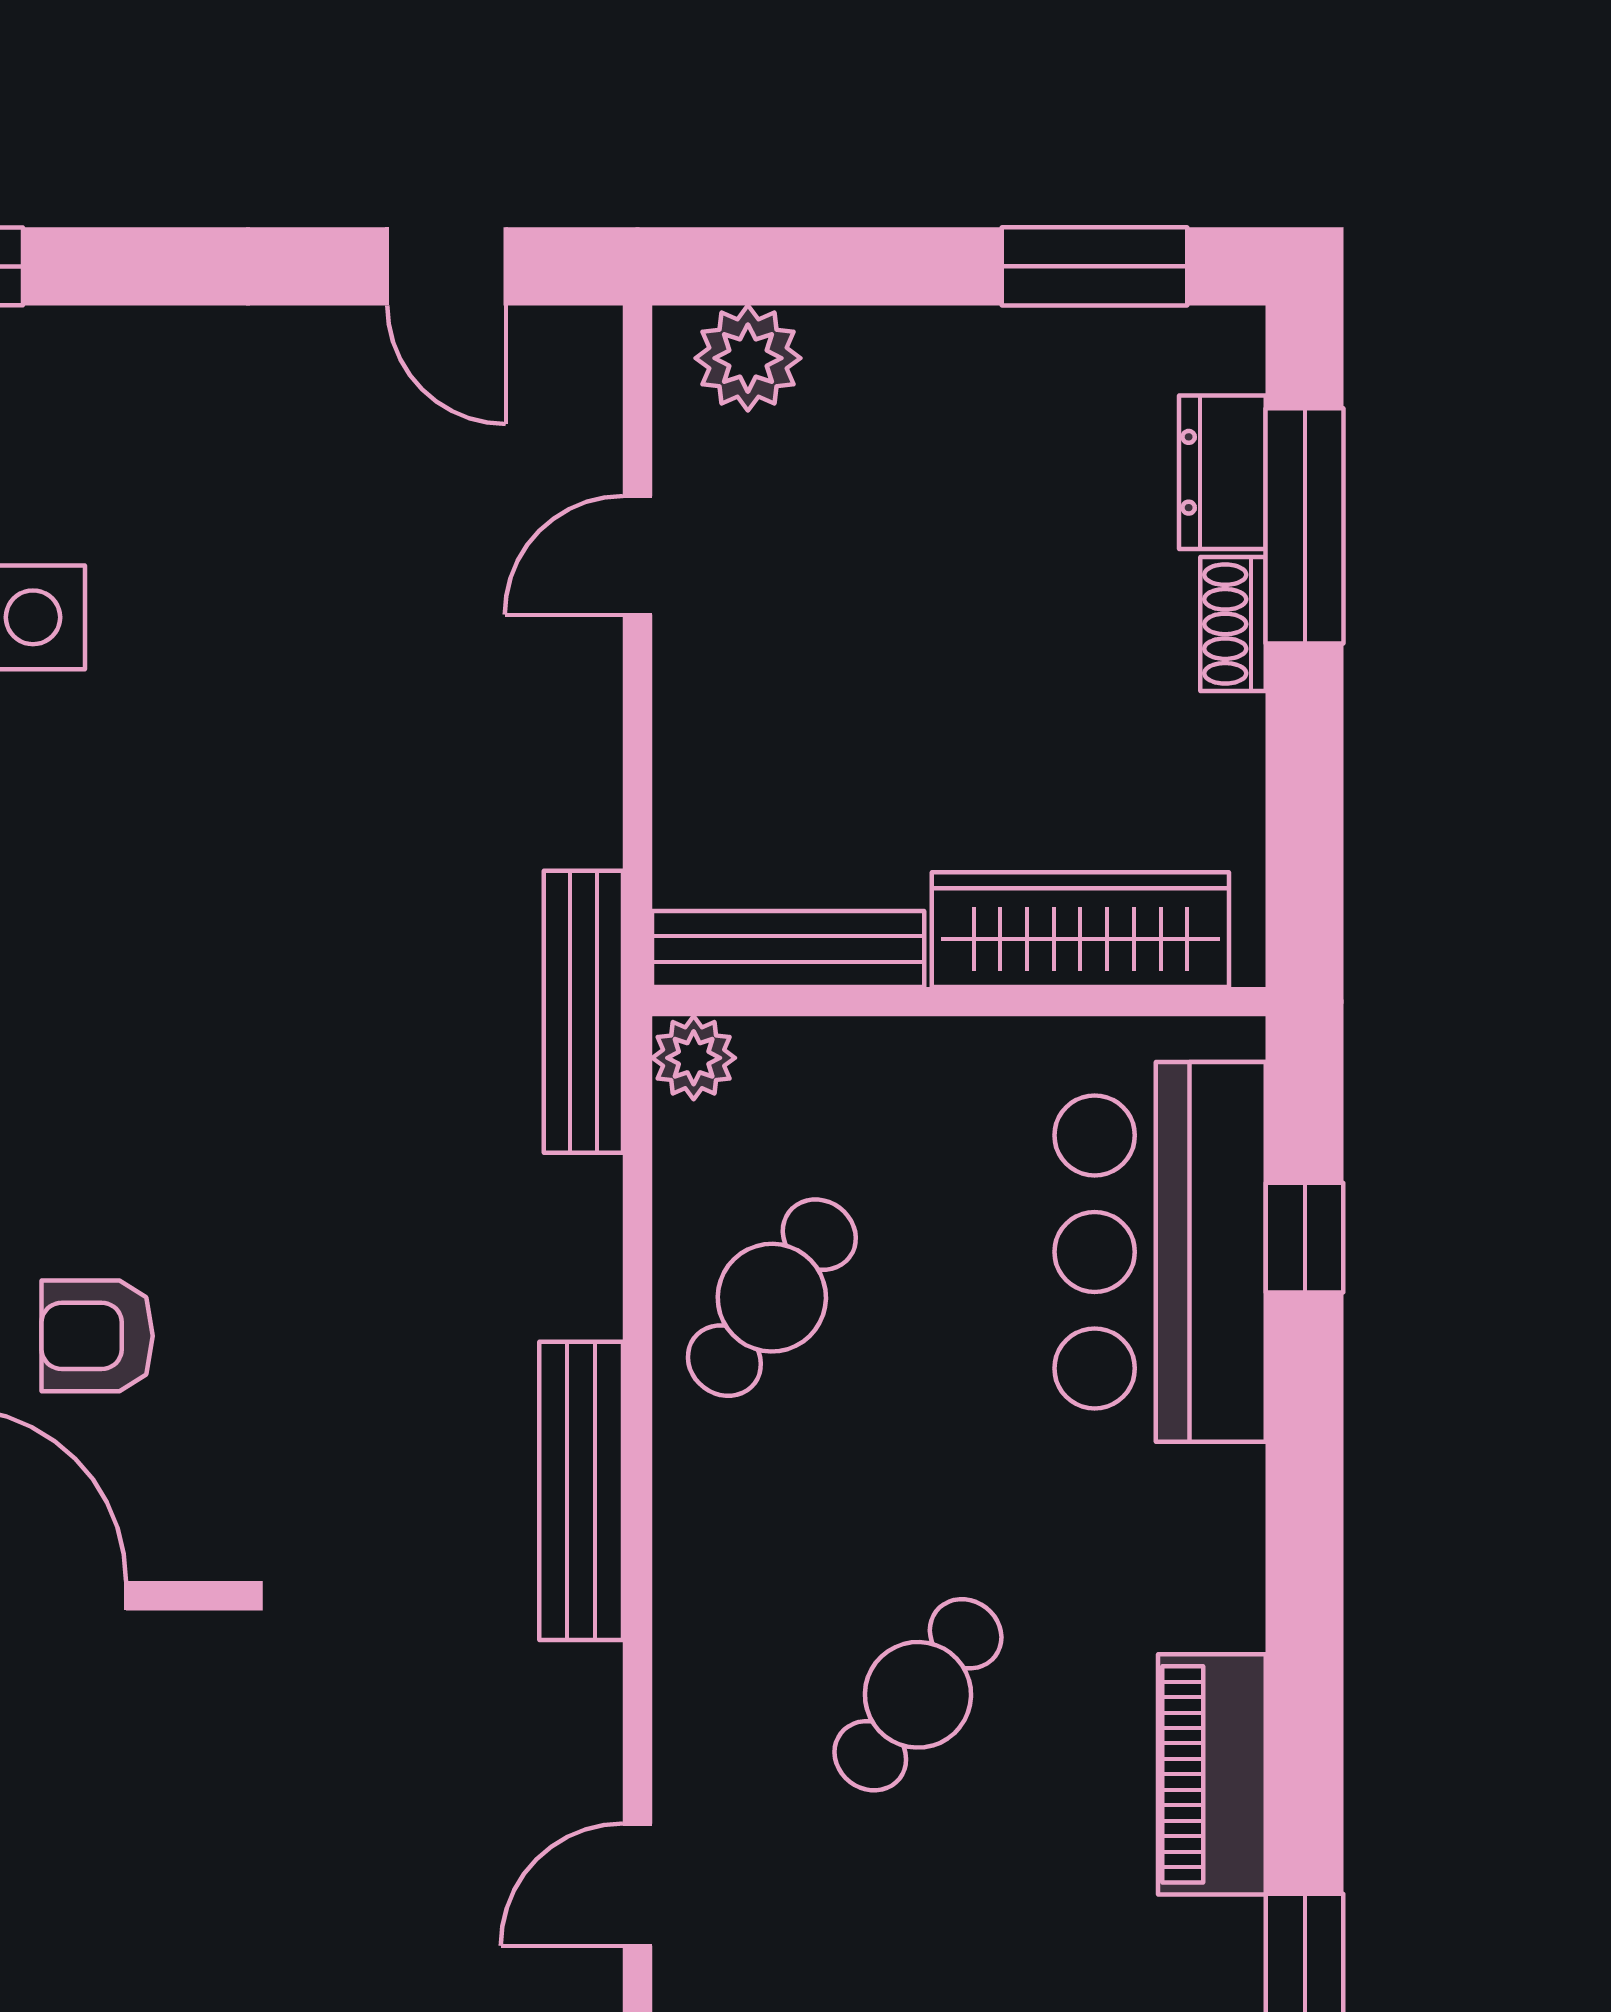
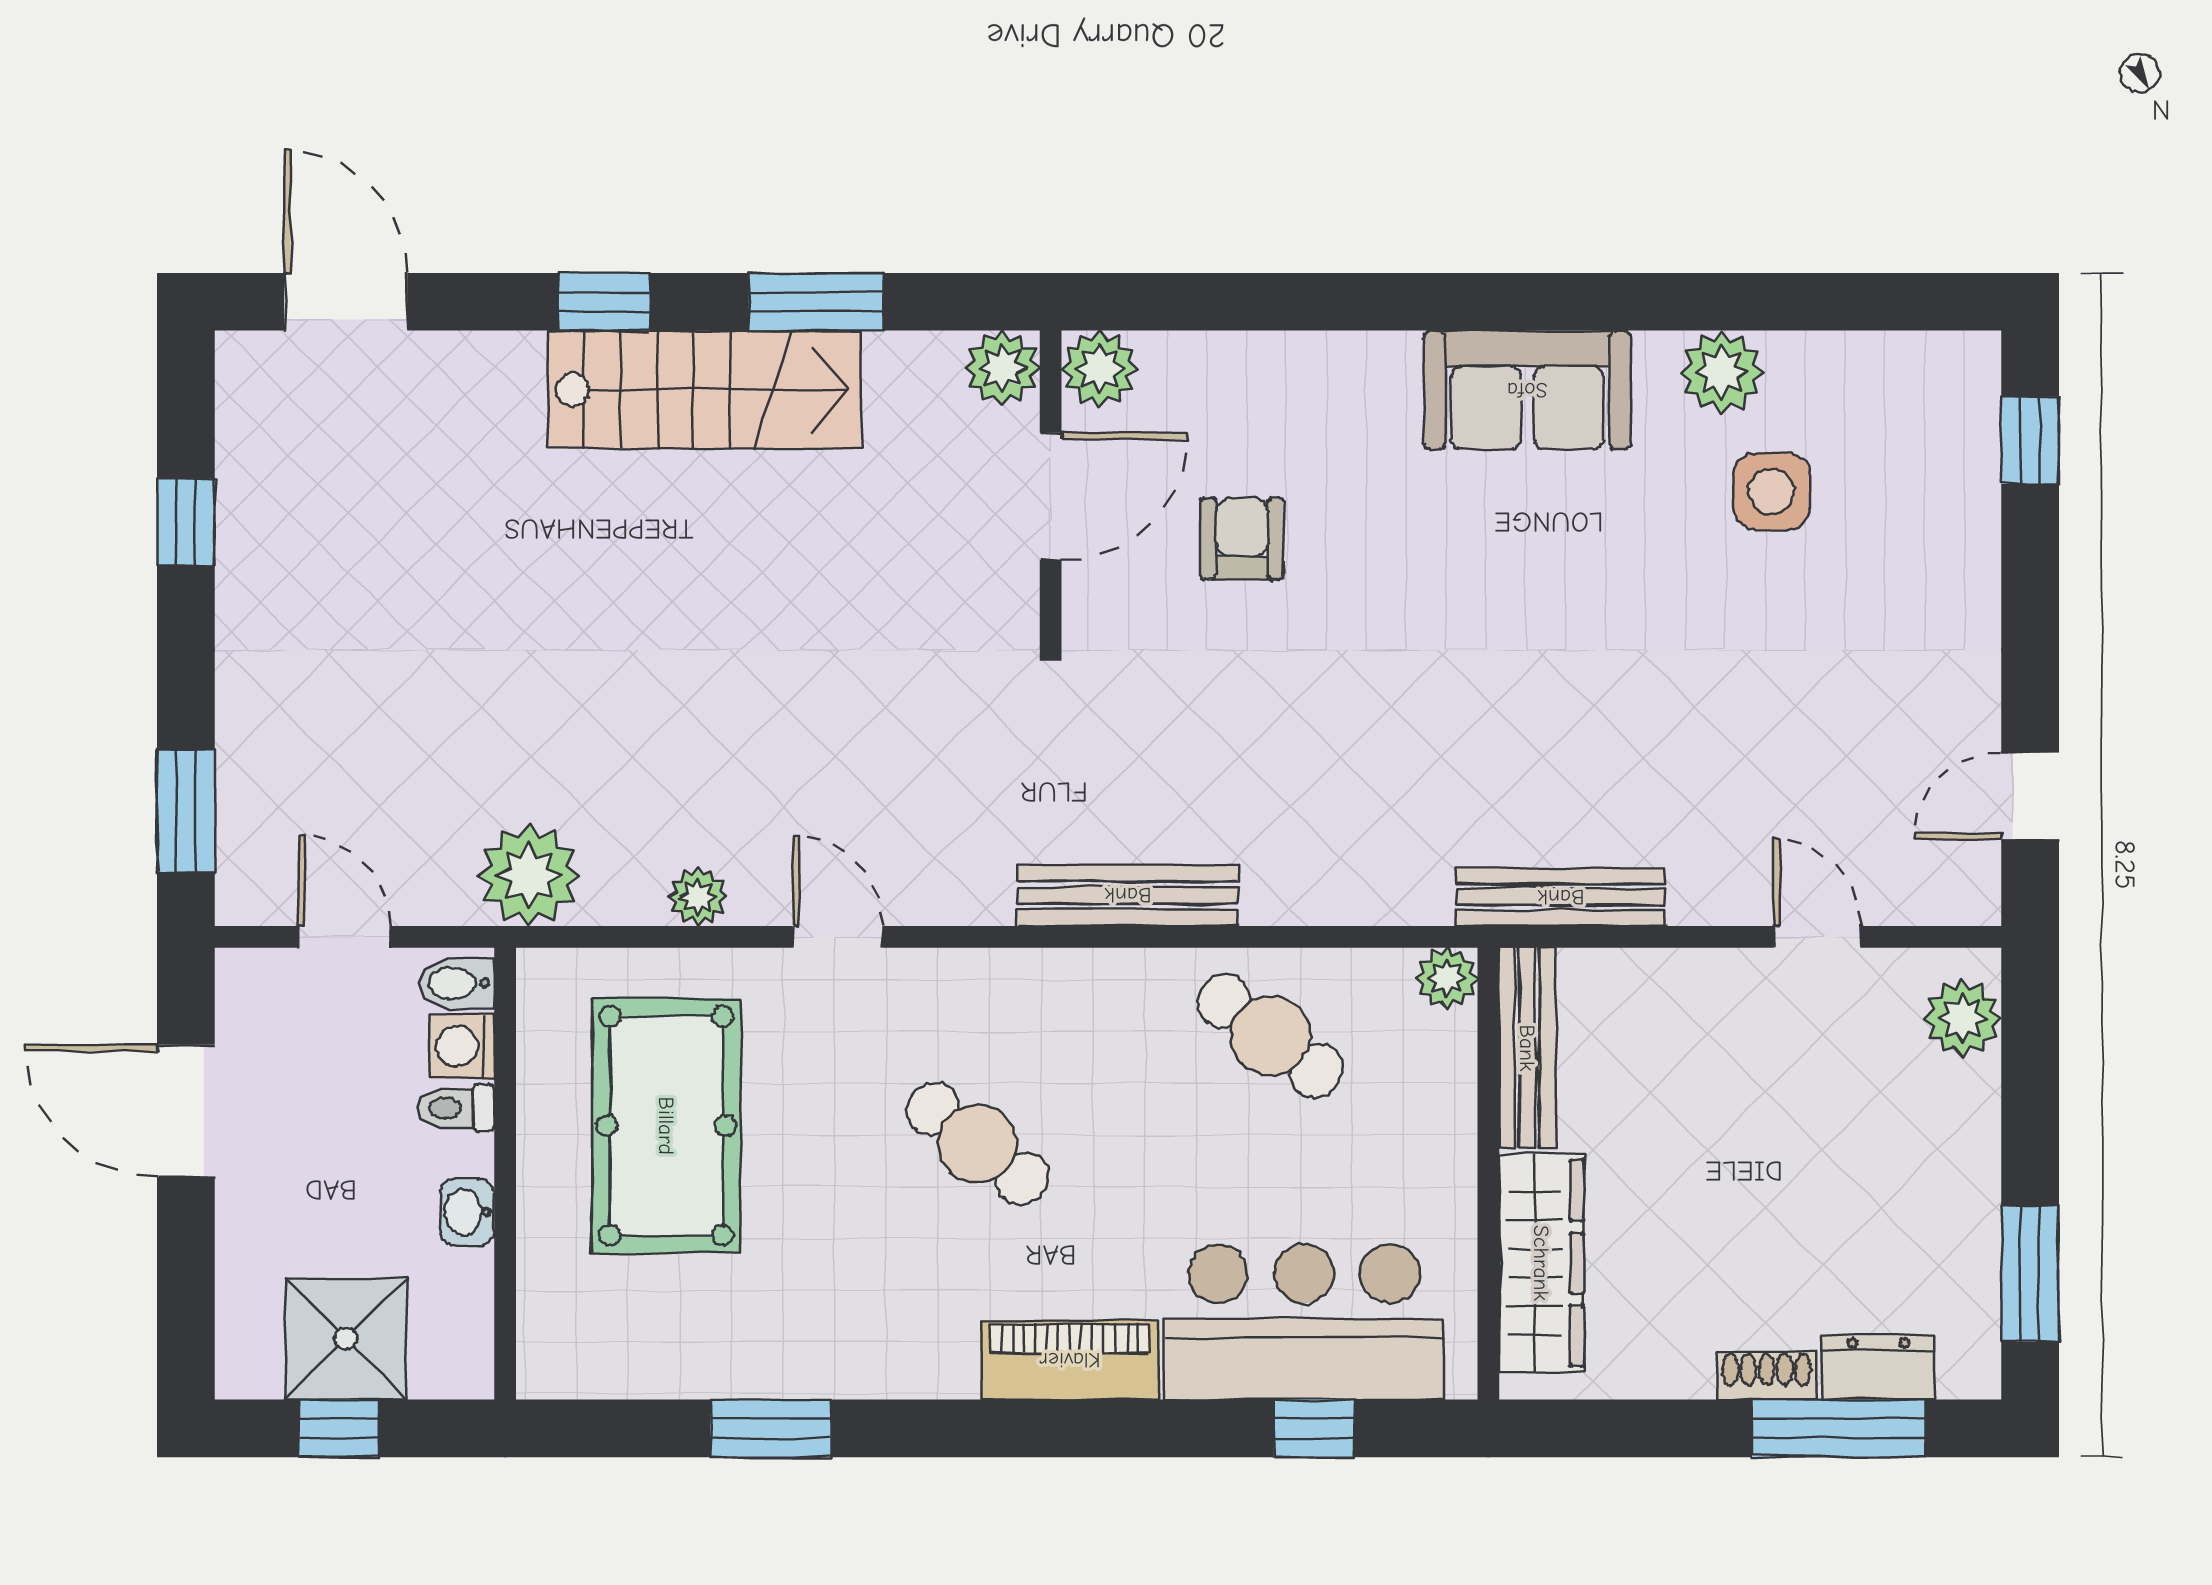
bench: (583, 1012) -> (1561, 897), moved
piano: (1212, 1774) -> (1070, 1360), moved

